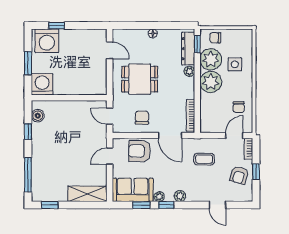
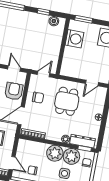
window: (28, 63) -> (84, 19), moved
washing machine: (42, 84) -> (74, 39), moved

